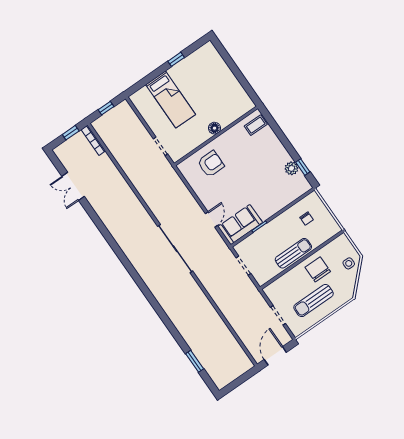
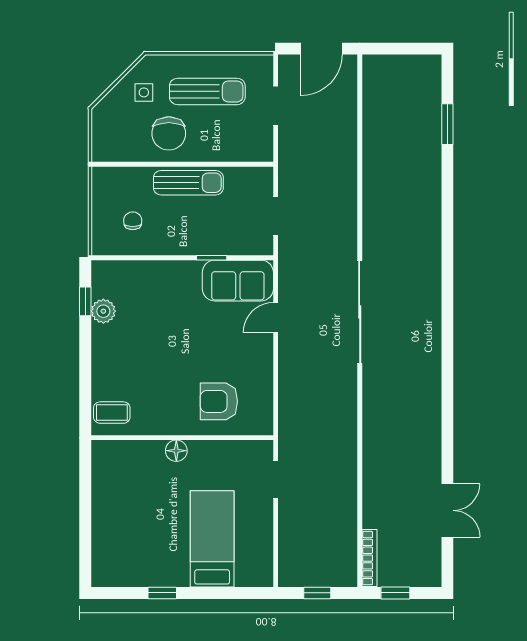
sun lounger: (293, 253) -> (188, 183), turned 180
side table: (349, 263) -> (144, 92), moved

